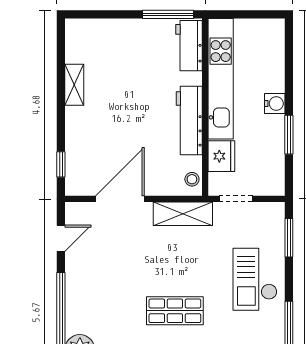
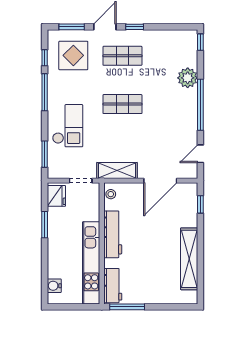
shelving: (74, 85) -> (189, 259), width x2.20, depth x1.33
water cooler: (275, 104) -> (54, 286), moved
fridge: (221, 156) -> (56, 196), moved, turned 180

